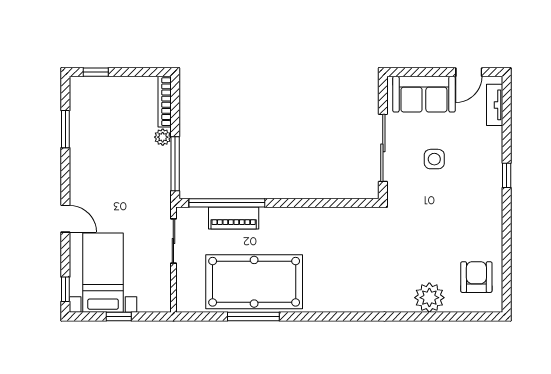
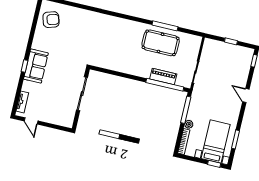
door: (469, 72) -> (31, 121), swing flipped
sofa: (424, 94) -> (36, 66), moved, turned 90
side table: (434, 159) -> (58, 82), removed
bed with nightstands: (103, 273) -> (216, 142), moved, turned 180
armchair: (476, 277) -> (51, 20), turned -107
pool table: (254, 282) -> (161, 43), width x0.73, depth x0.76
plant: (429, 298) -> (76, 15), removed

